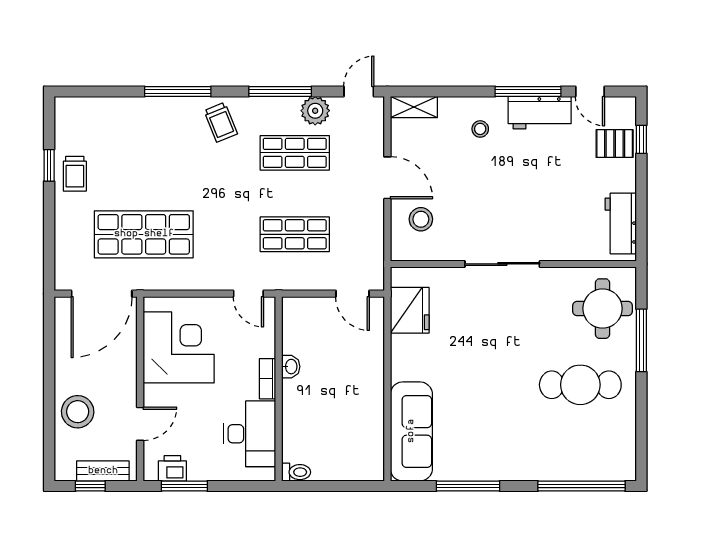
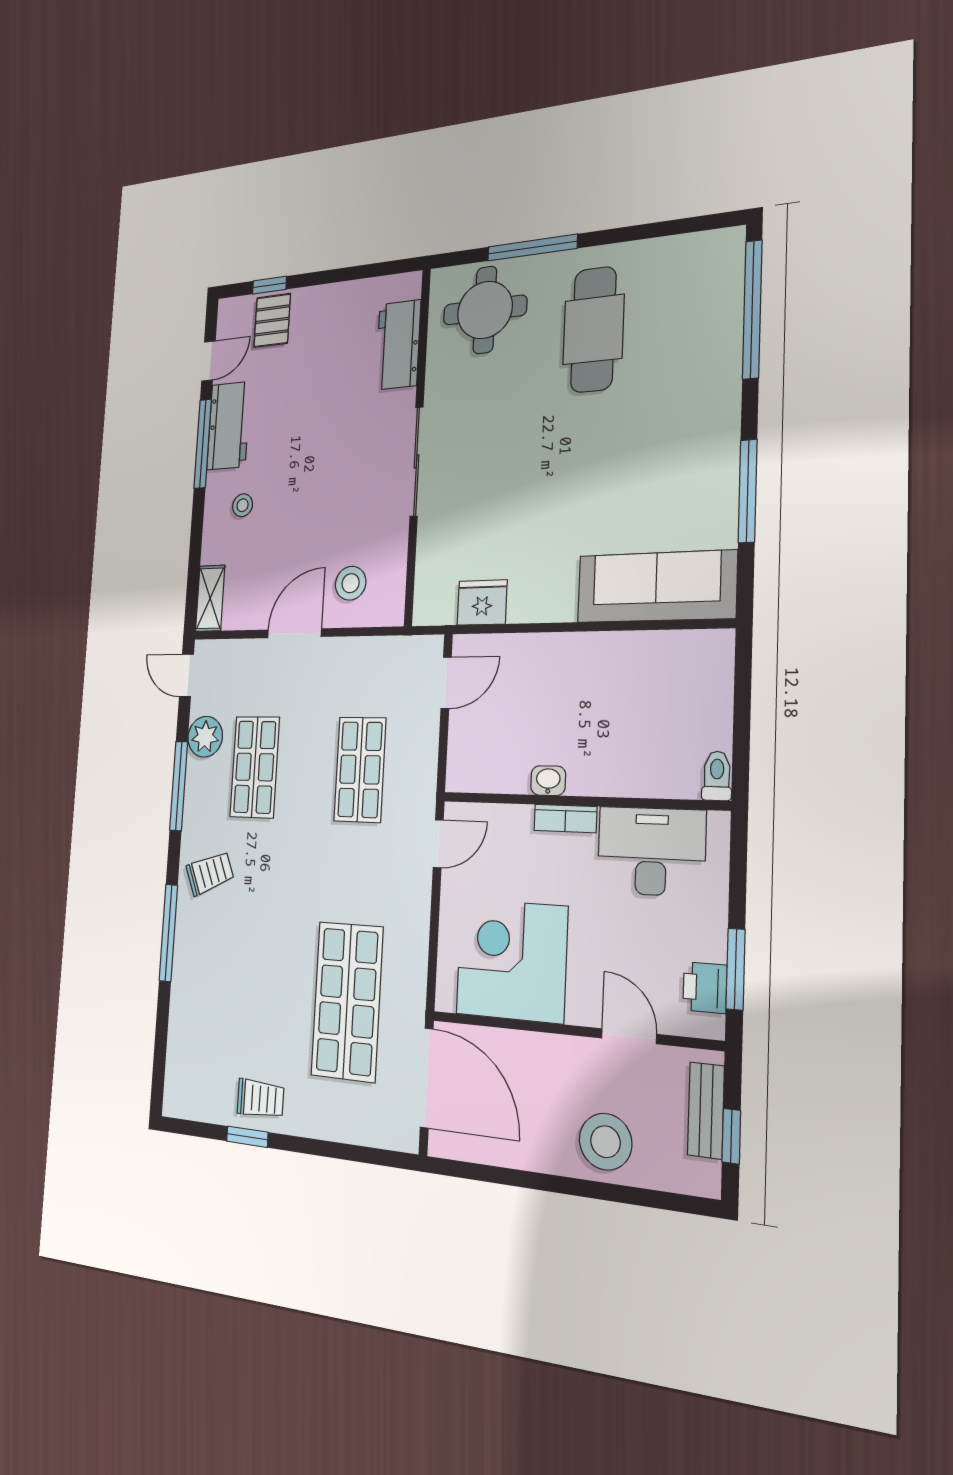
workbench: (621, 223) -> (398, 345), moved, turned 90
fridge: (410, 310) -> (482, 603), width x0.73, depth x0.75

